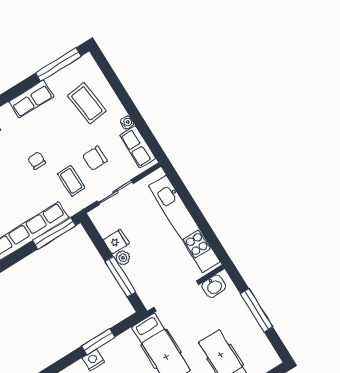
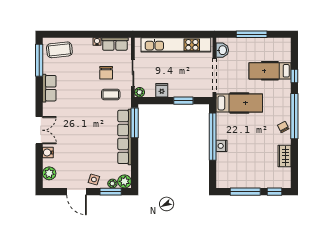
coffee table: (87, 103) -> (59, 50), moved
chair: (37, 161) -> (87, 107), removed
plant: (123, 258) -> (140, 92), moved
window: (120, 277) -> (183, 101), width x0.69
window: (98, 342) -> (213, 137), width x2.11

